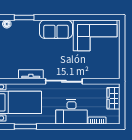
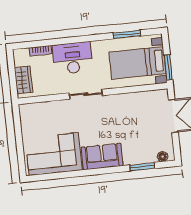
tv unit: (31, 74) -> (127, 99), removed
sliding door: (64, 81) -> (86, 94), width x0.73

